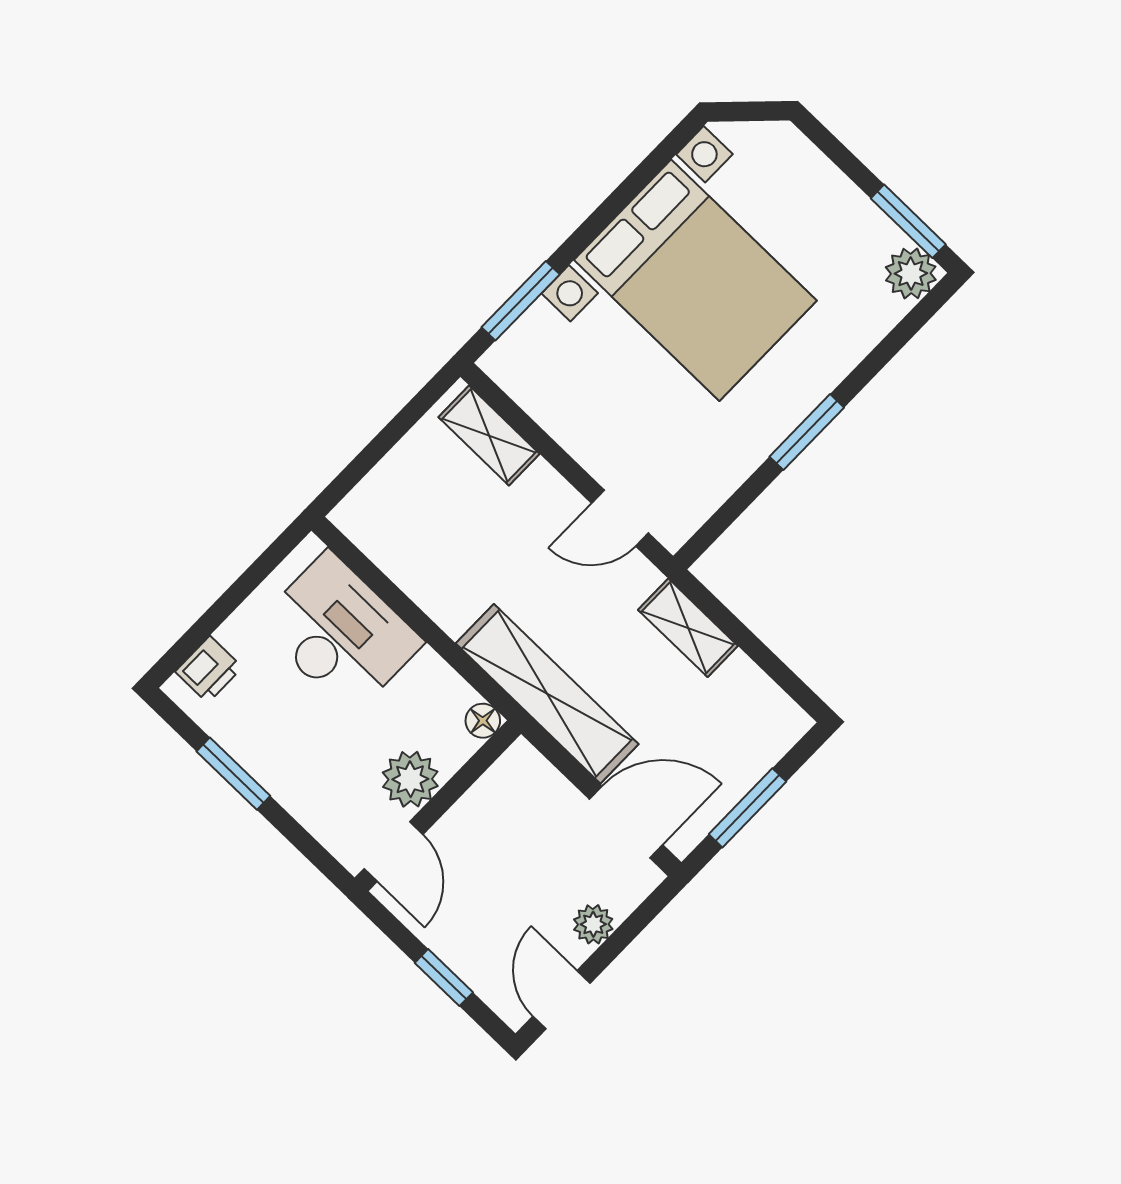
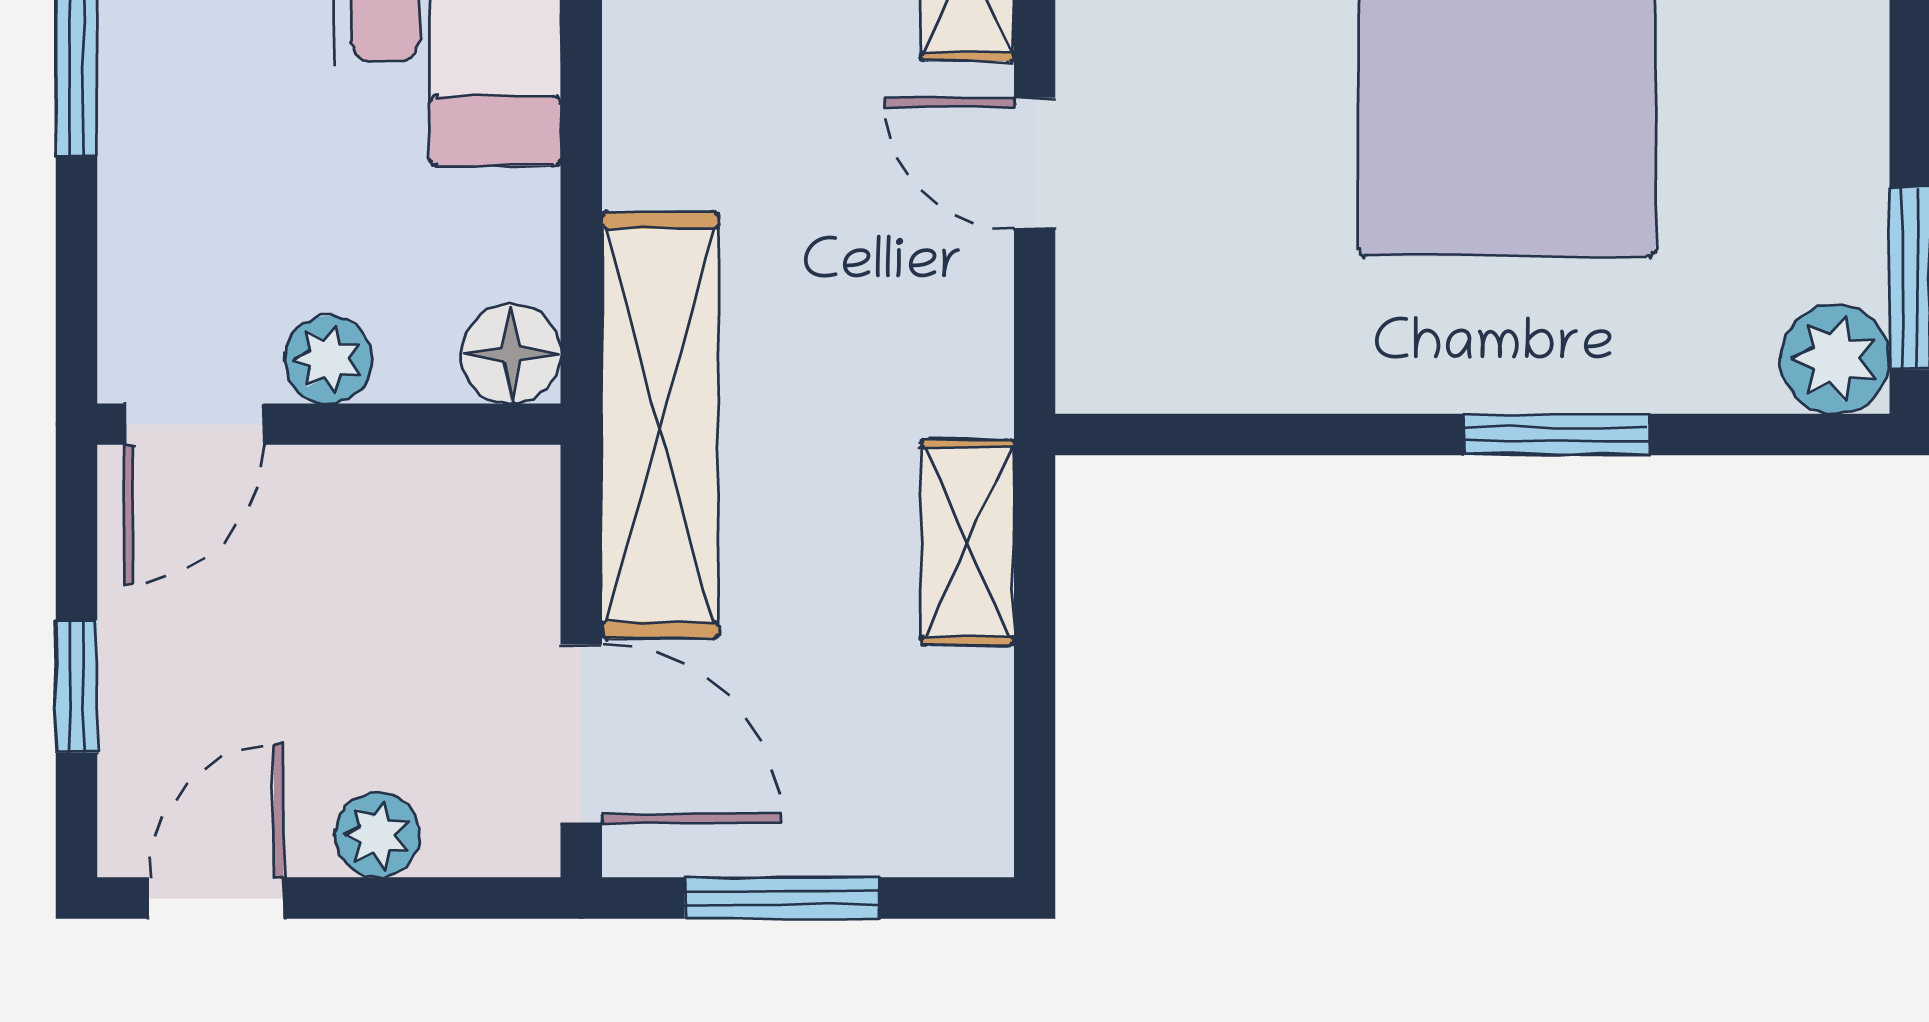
window: (807, 432) -> (1557, 434), moved
door: (620, 518) -> (1035, 163), moved
floor lamp: (483, 721) -> (511, 354), width x1.37, depth x1.37
plant: (410, 779) -> (329, 360), width x0.73, depth x0.73

